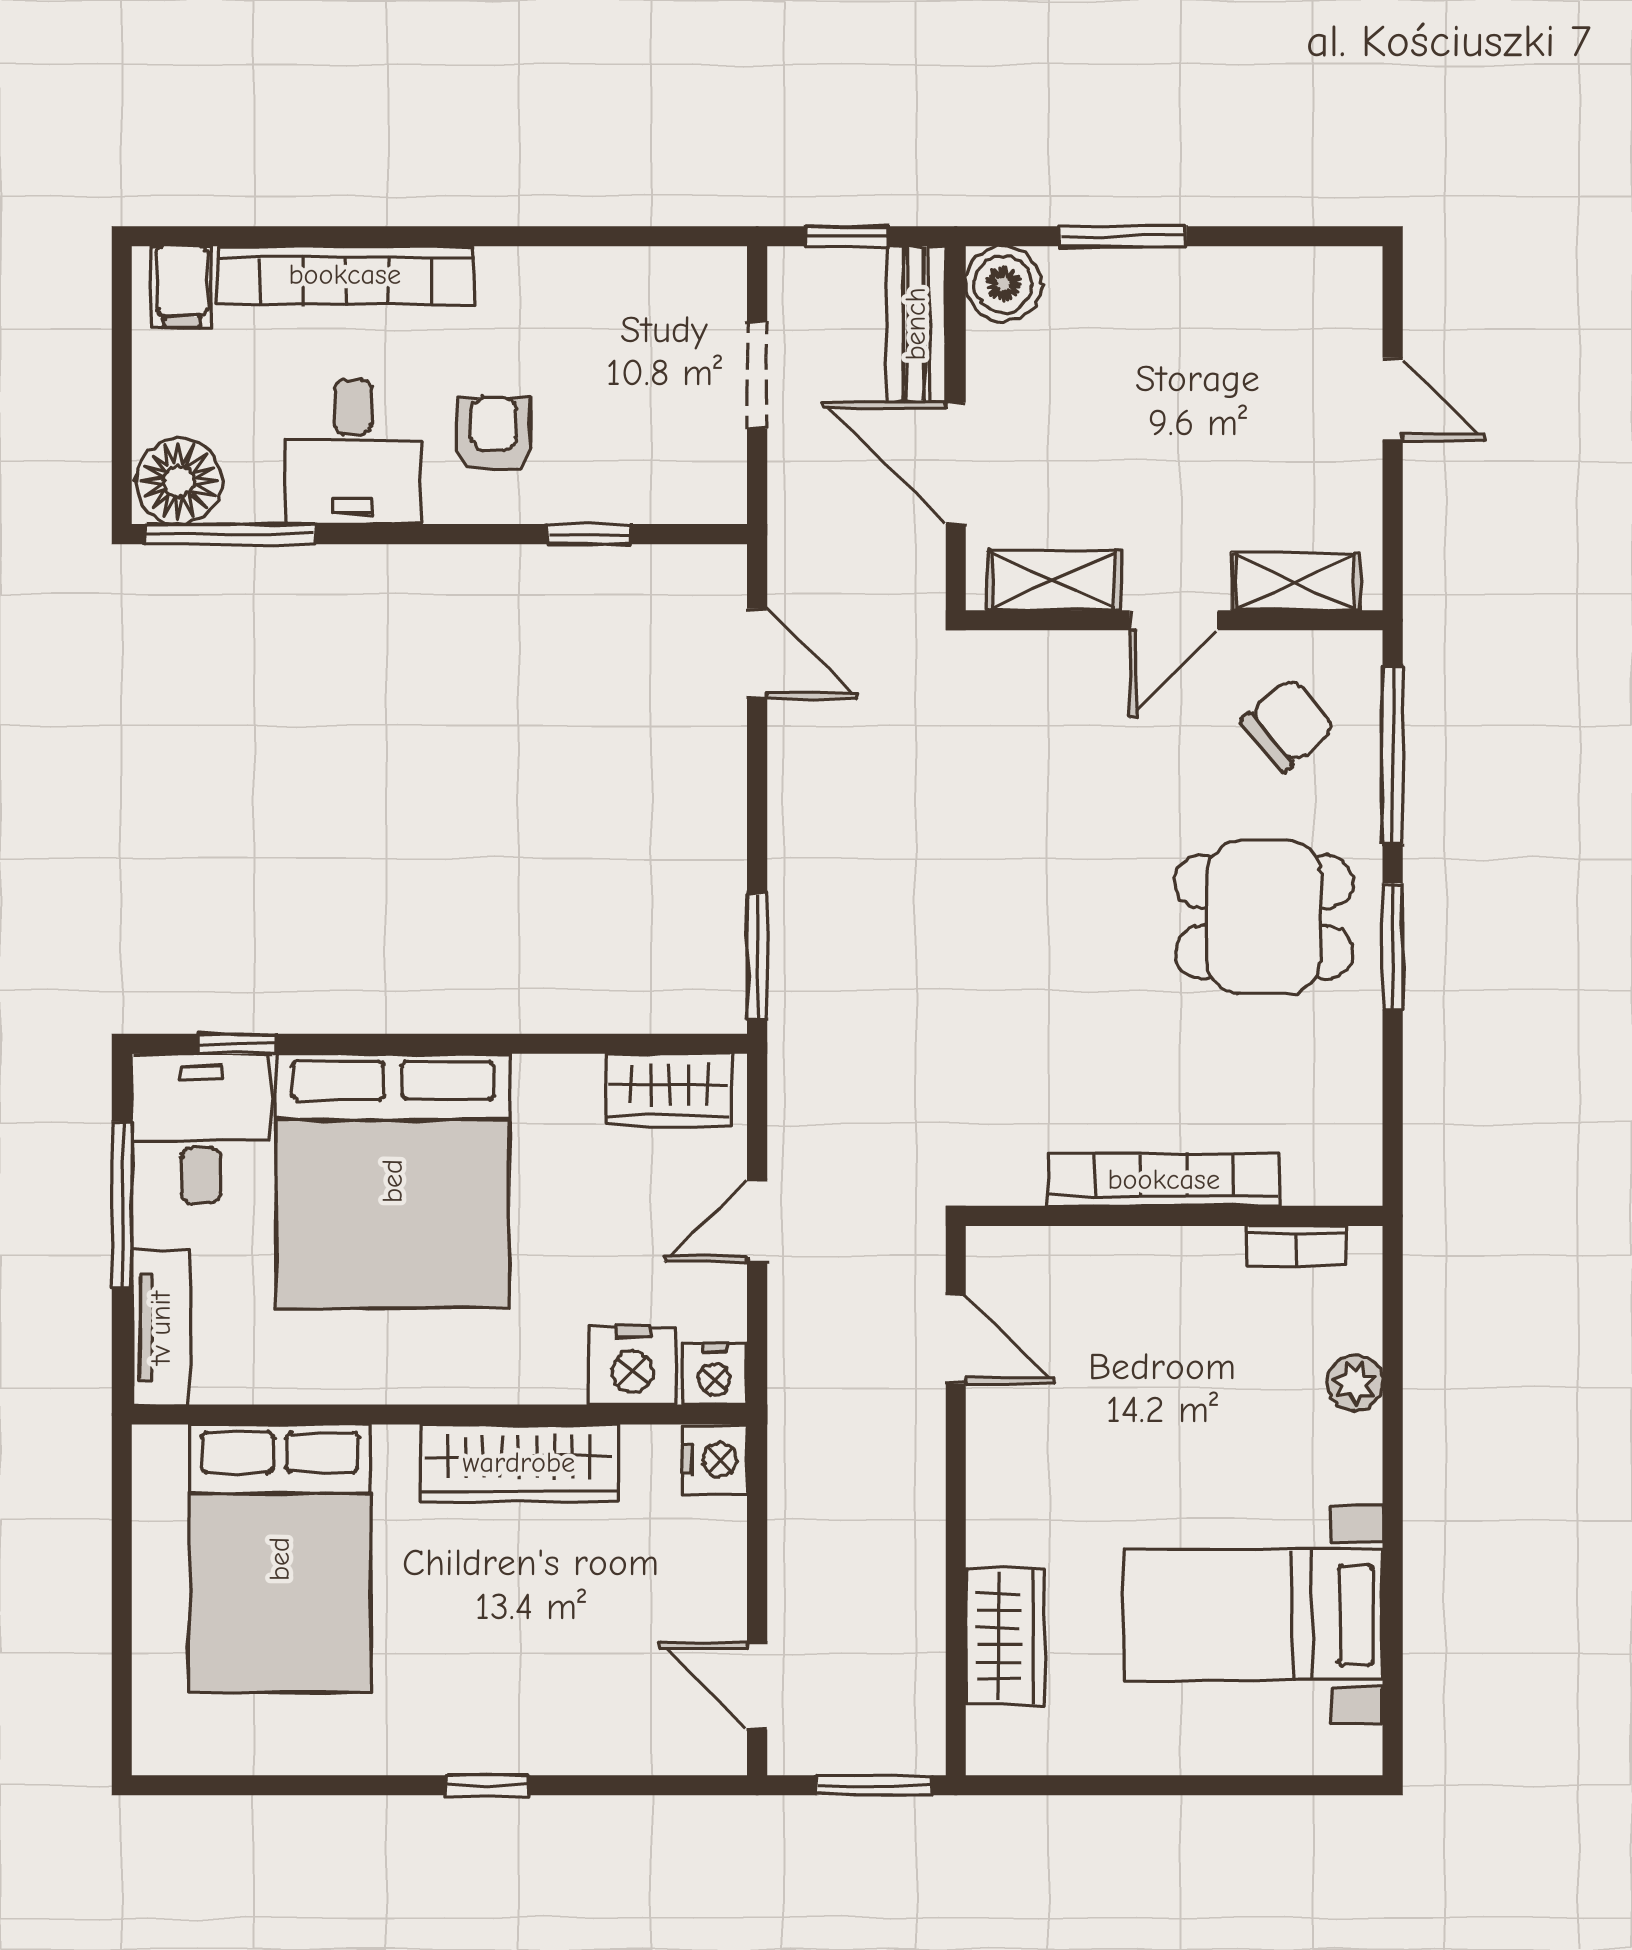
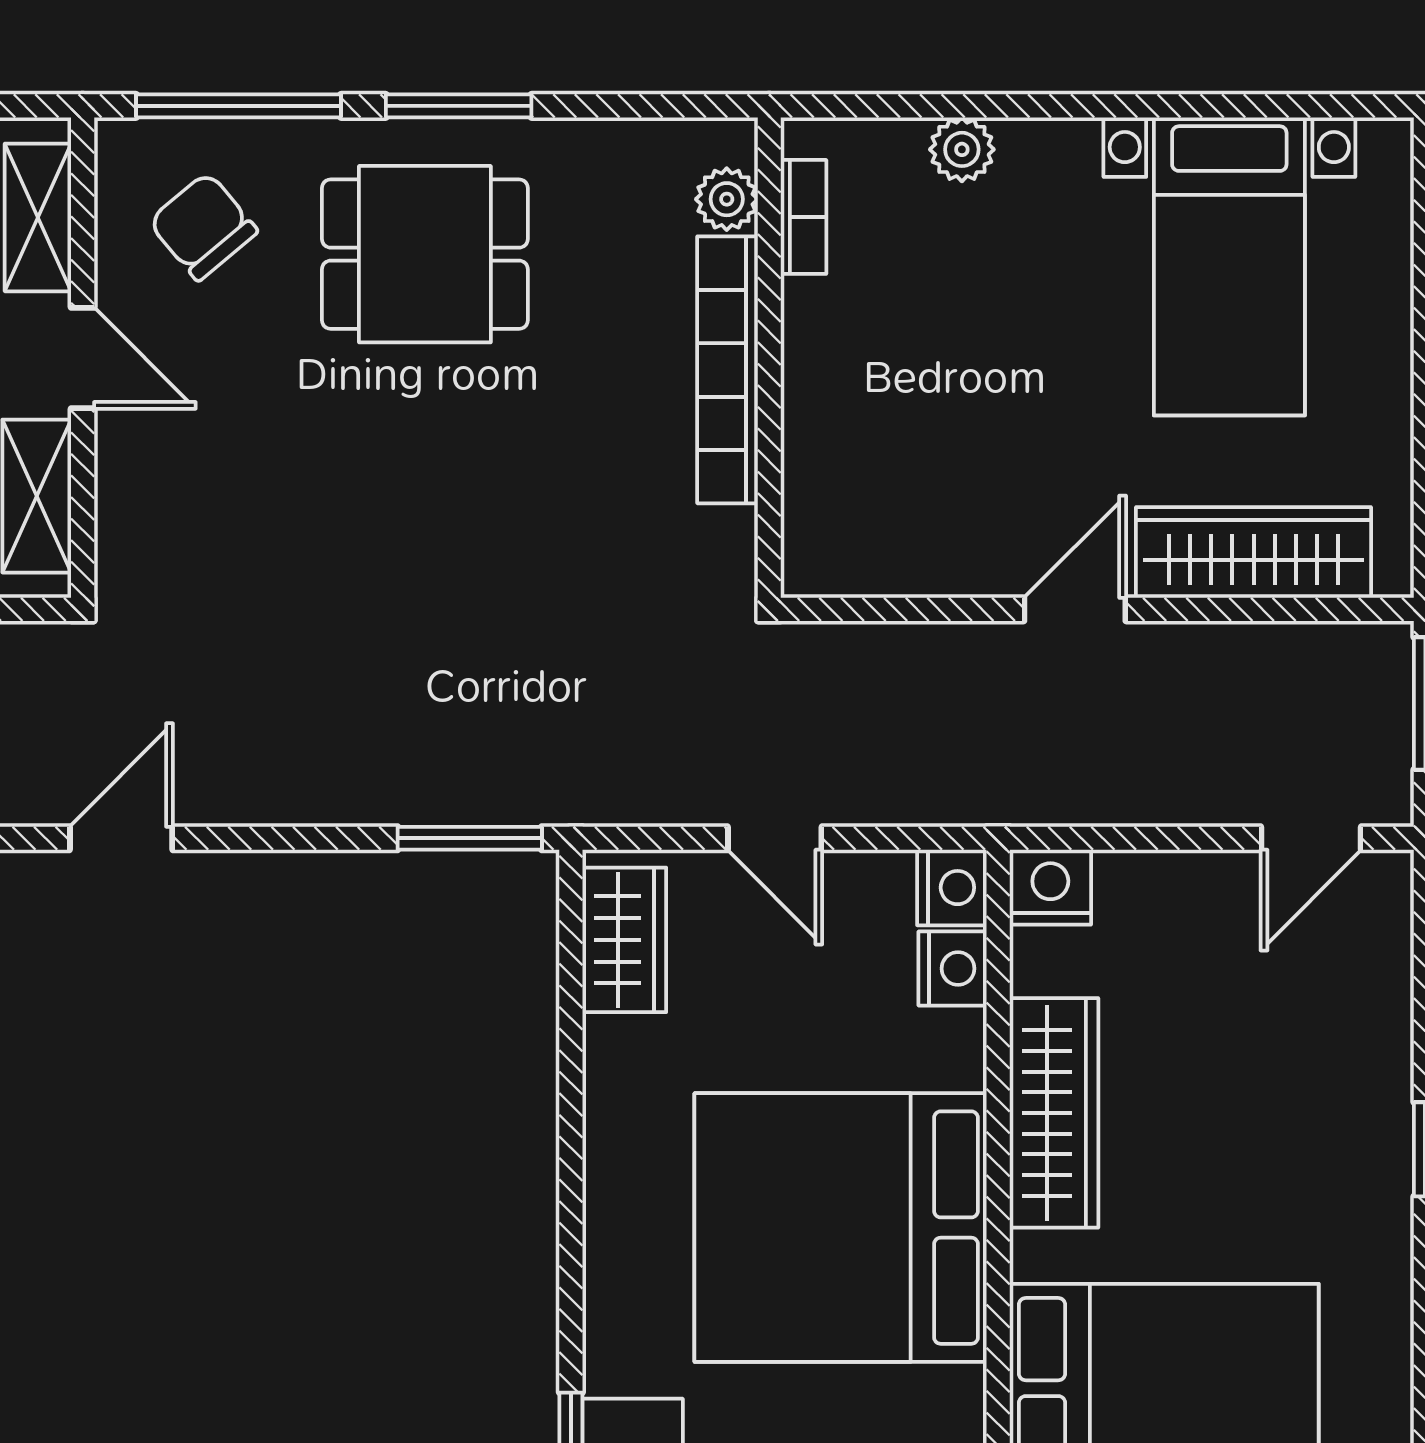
dining table: (1264, 917) -> (425, 254), turned 90
plant: (1312, 1179) -> (727, 199), added
bed: (393, 1181) -> (841, 1228), moved, turned 180
door: (956, 1339) -> (1075, 609), moved
nightstand: (633, 1365) -> (953, 969), width x0.74, depth x0.75
wardrobe: (1005, 1636) -> (1254, 552), width x1.50

